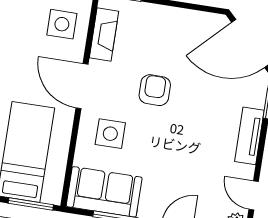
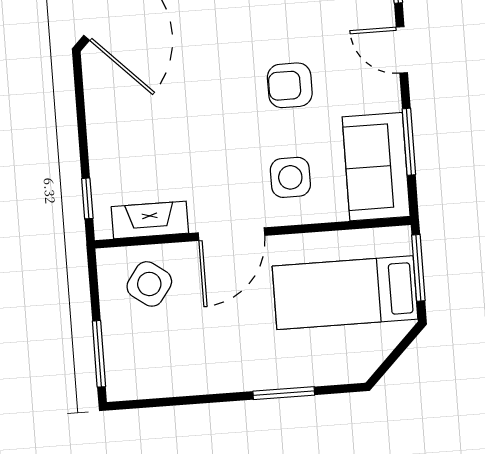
side table: (62, 24) -> (149, 284), turned 36
armchair: (155, 90) -> (290, 85), moved

